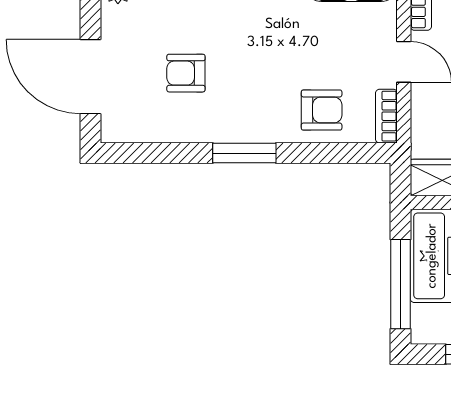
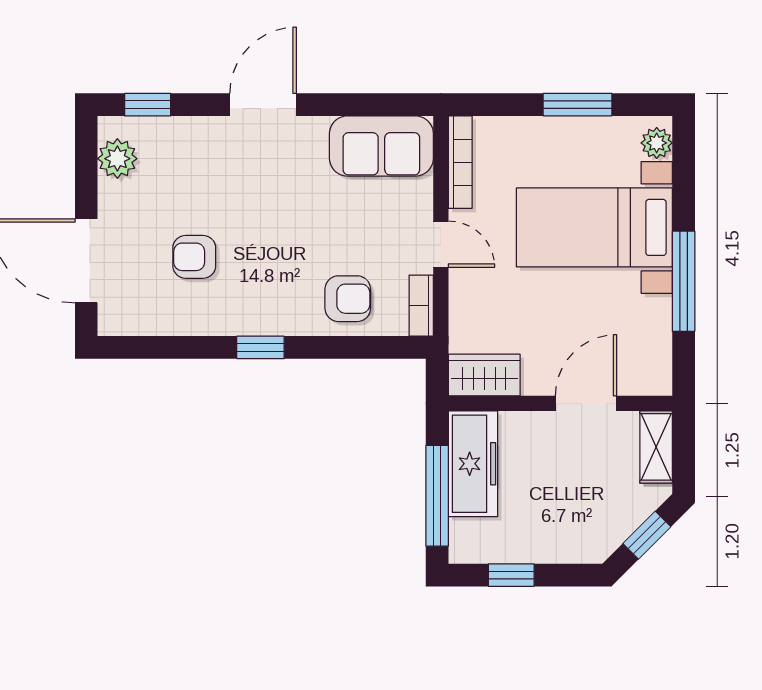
window: (244, 153) -> (260, 347), width x0.67

